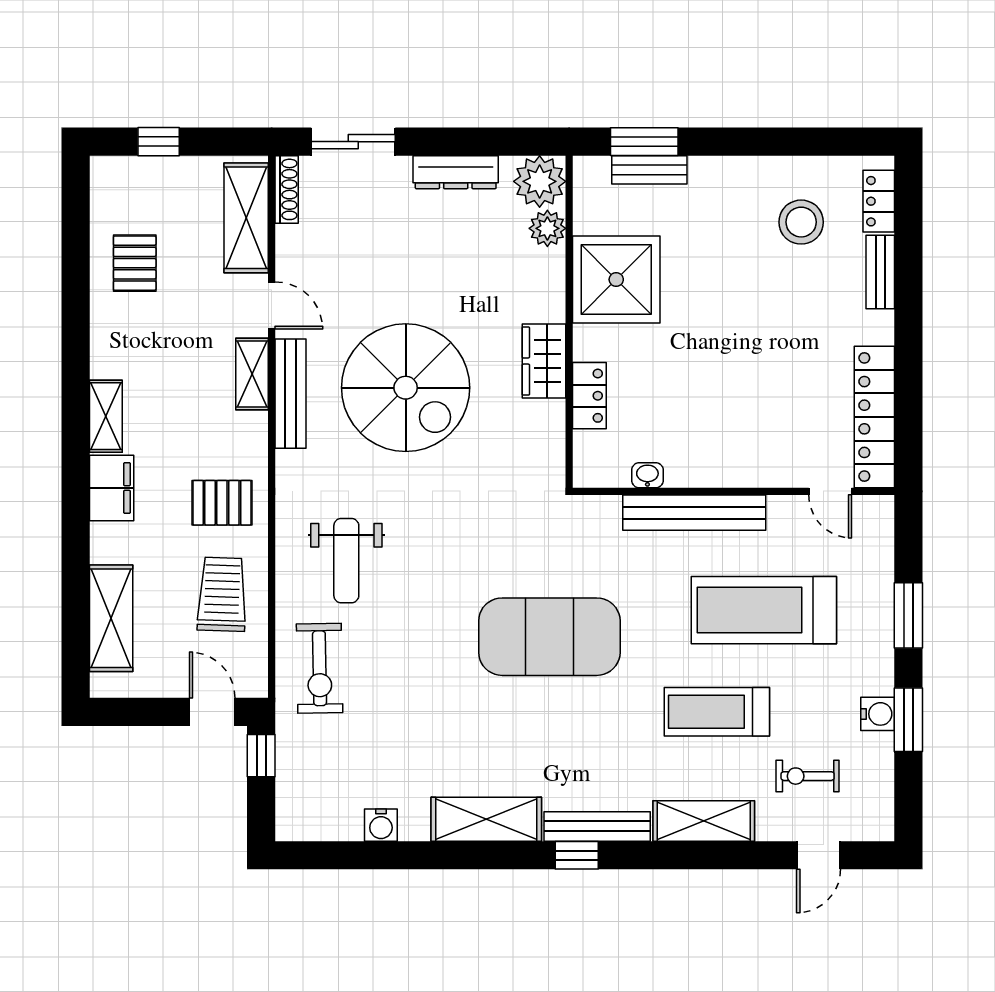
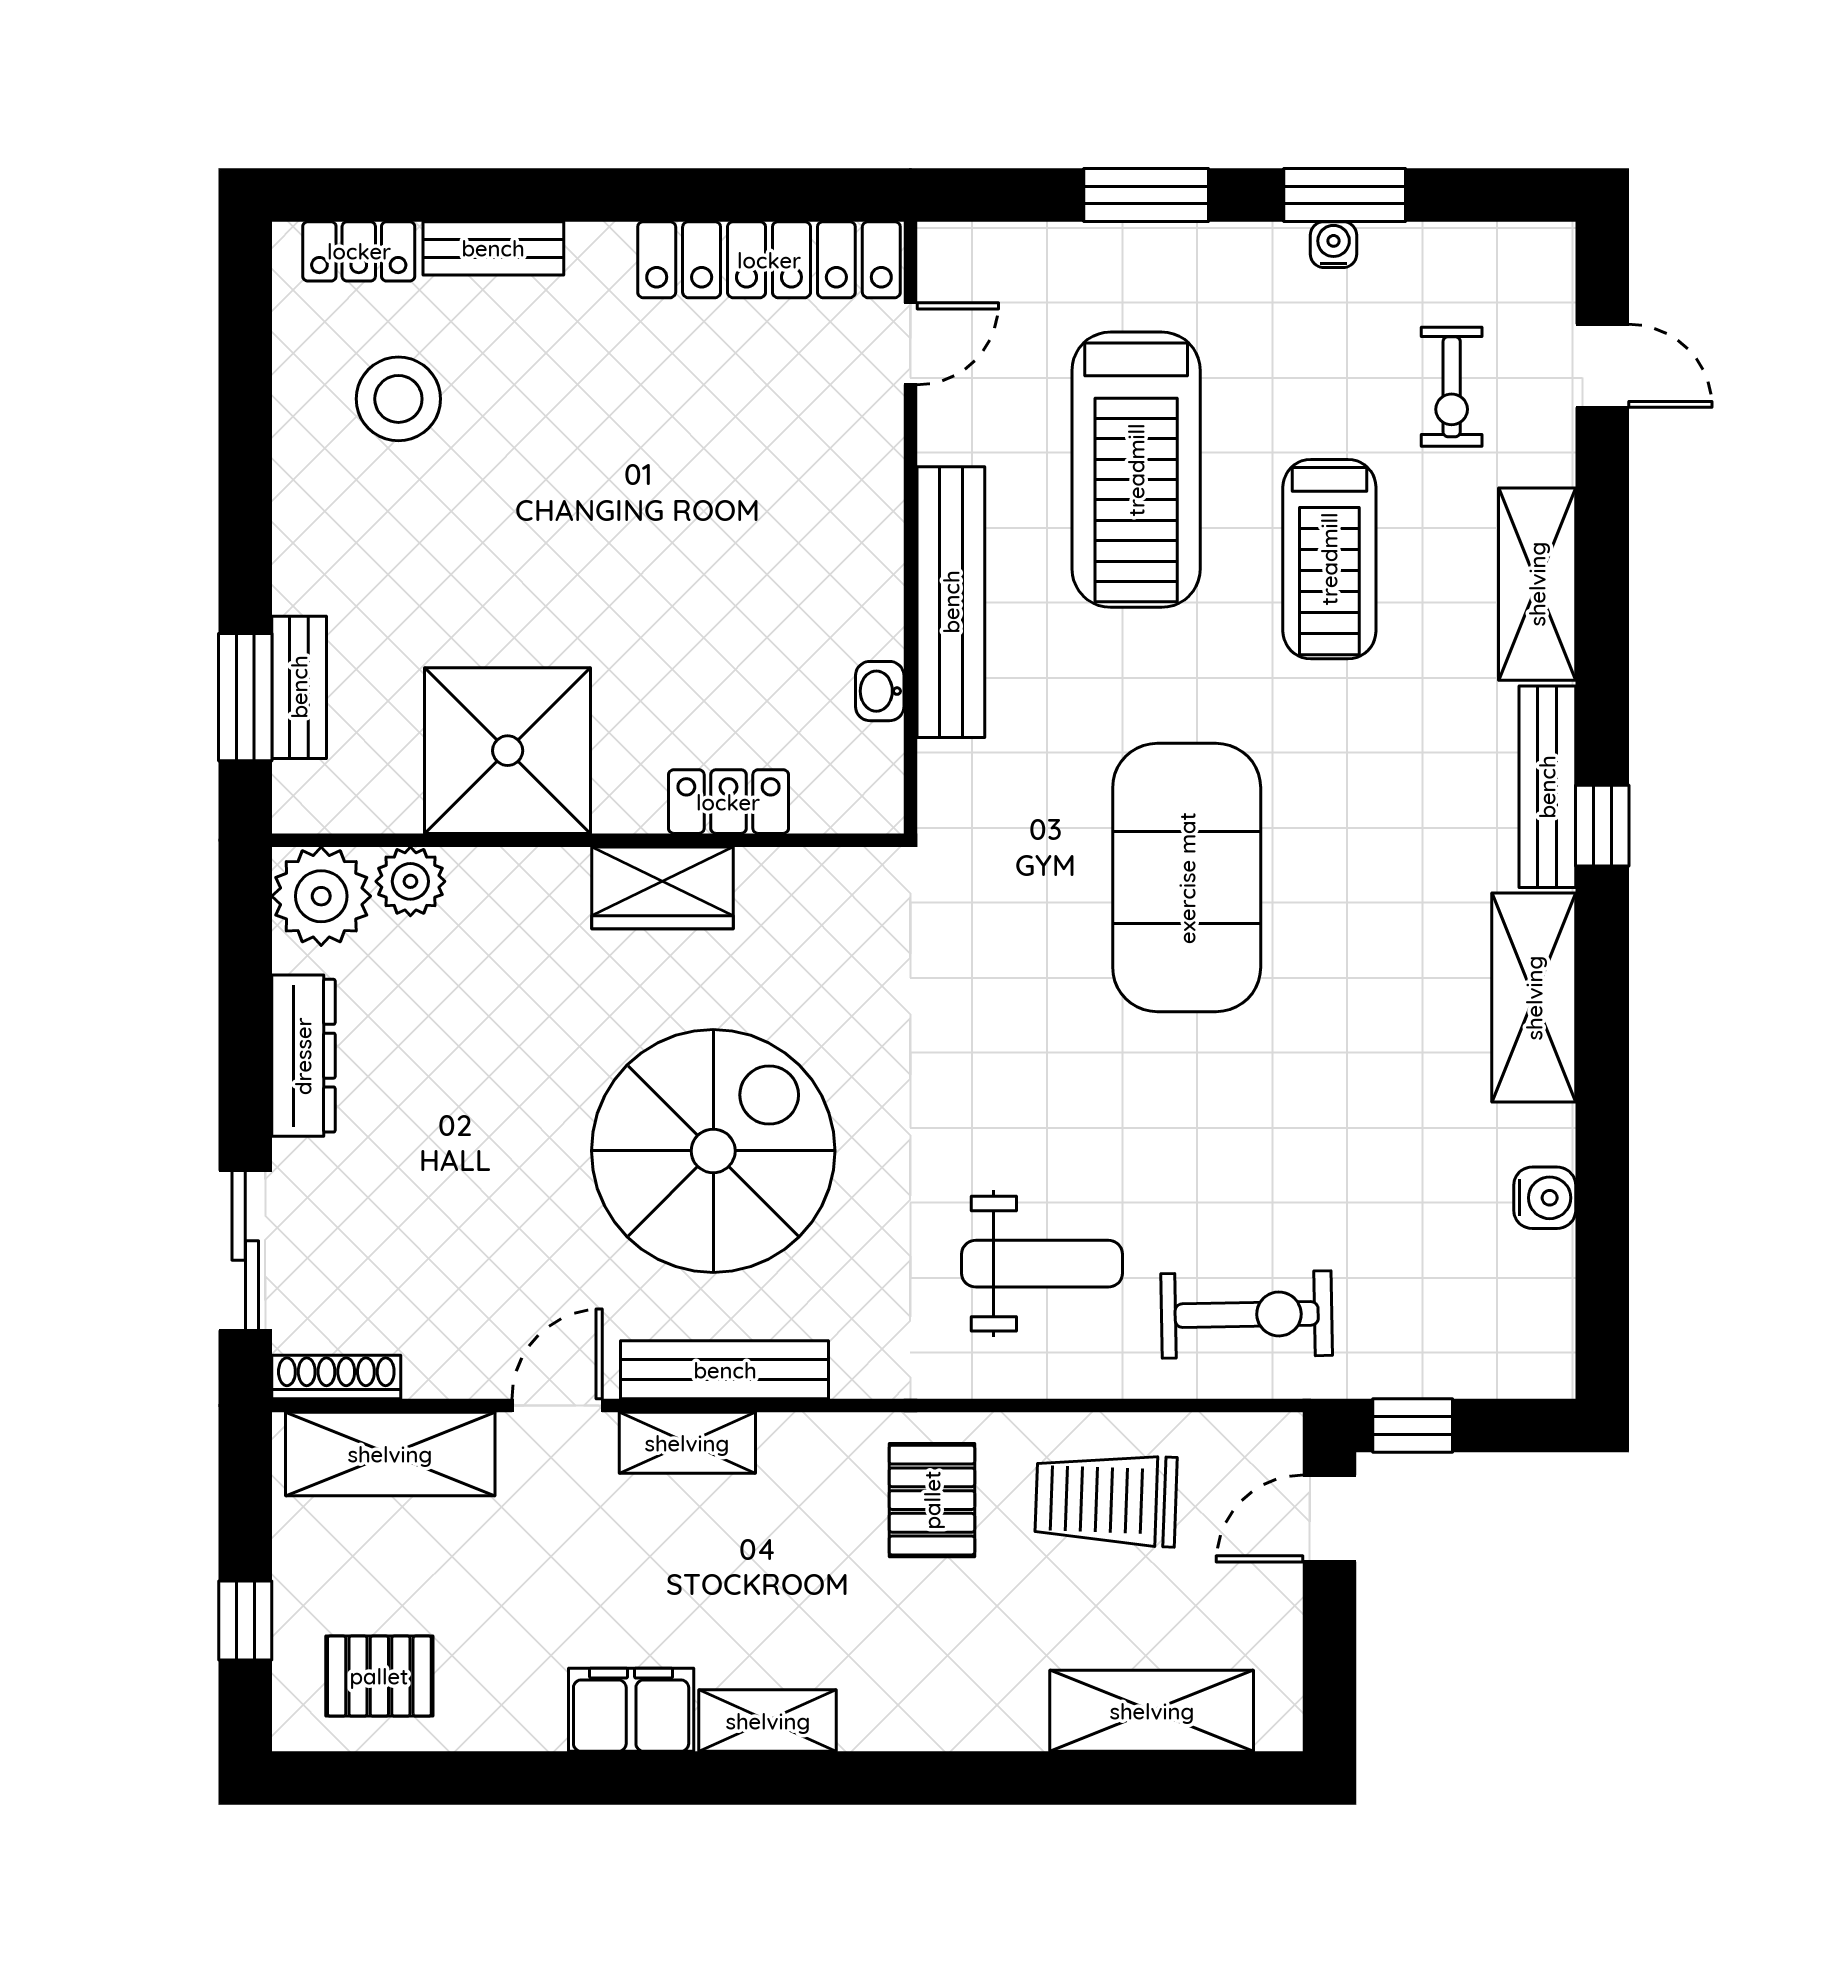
pallet: (135, 263) -> (379, 1676), moved
filing cabinet: (112, 488) -> (631, 1710), moved
water cooler: (878, 714) -> (1334, 245), width x0.72, depth x0.72

